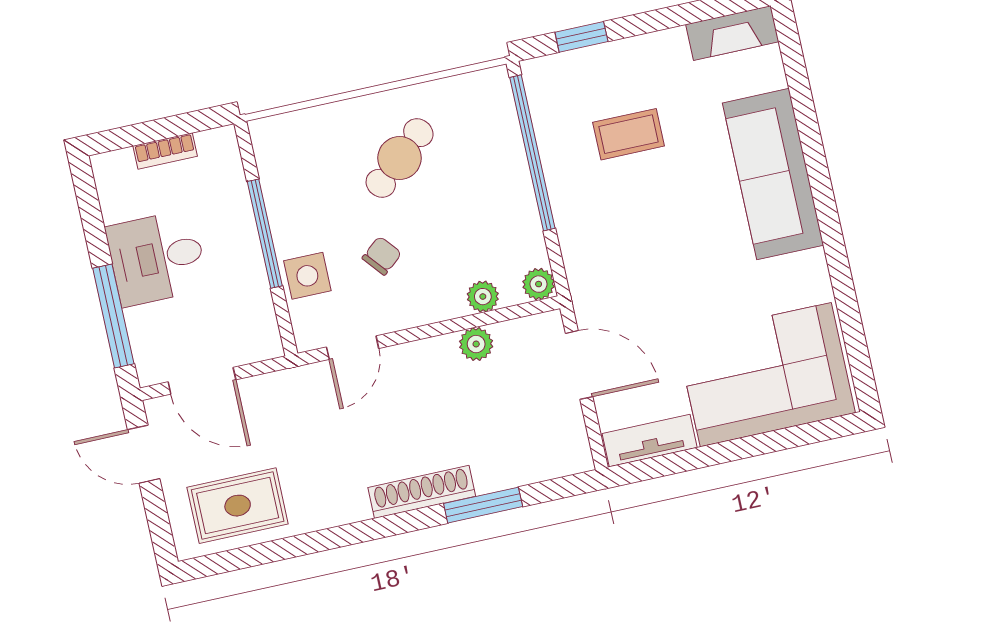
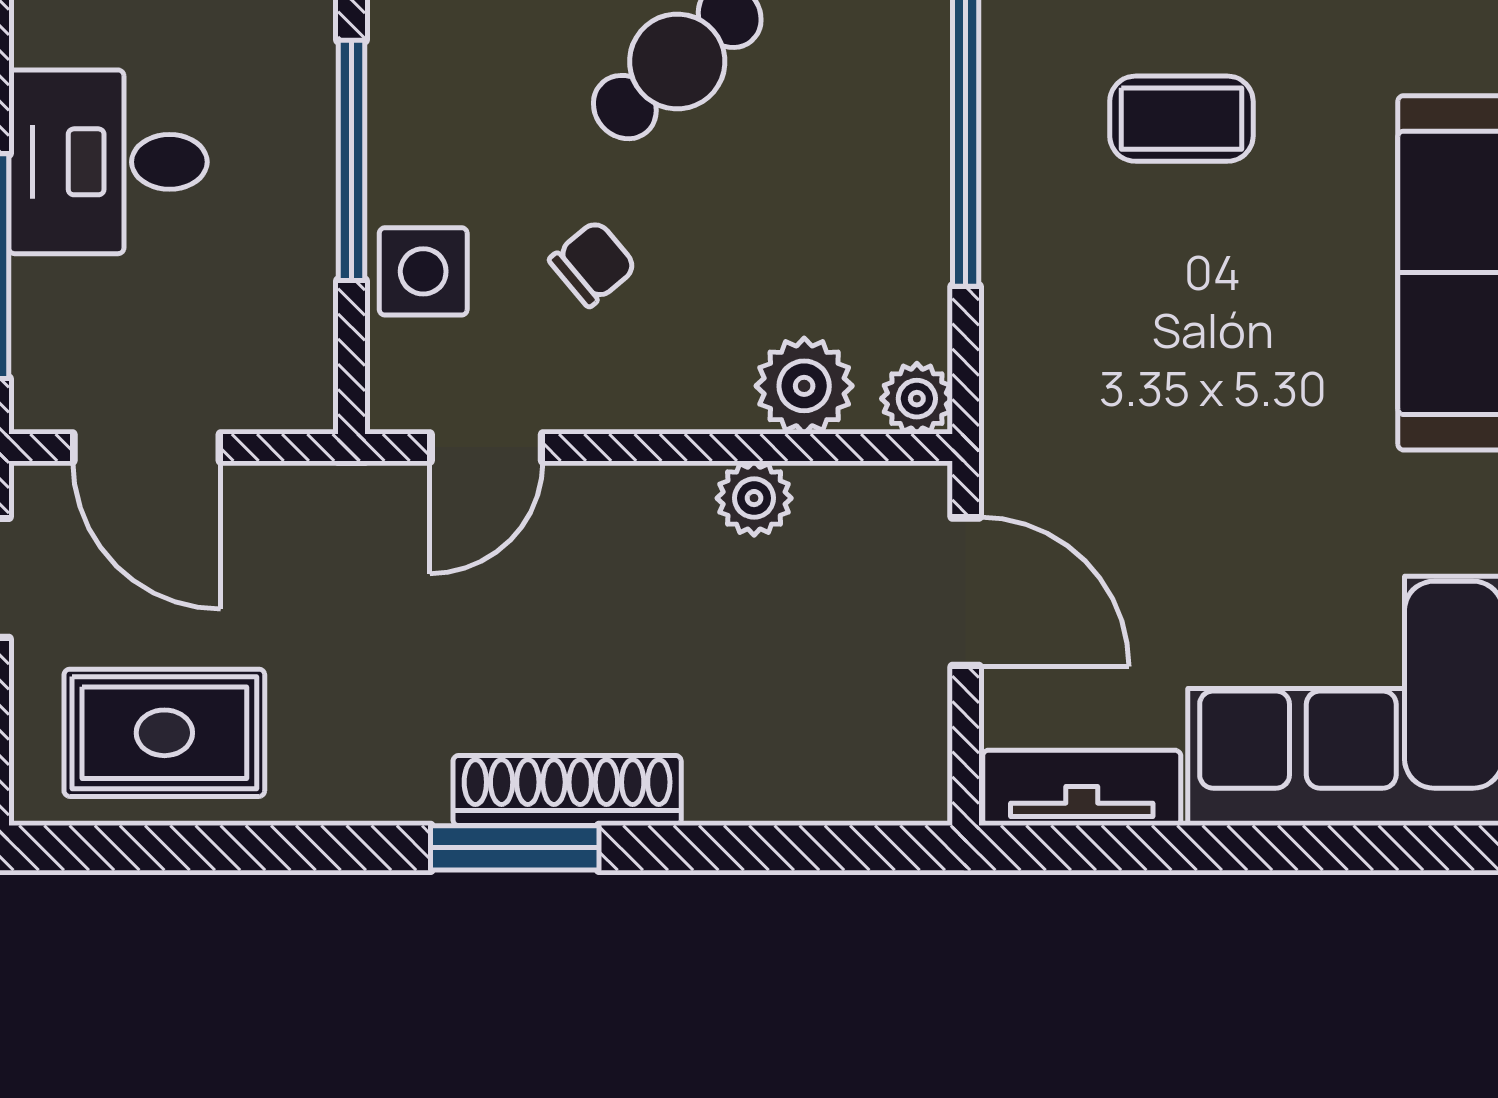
plant: (483, 297) -> (804, 386), width x1.38, depth x1.38
window: (483, 505) -> (515, 848), moved

